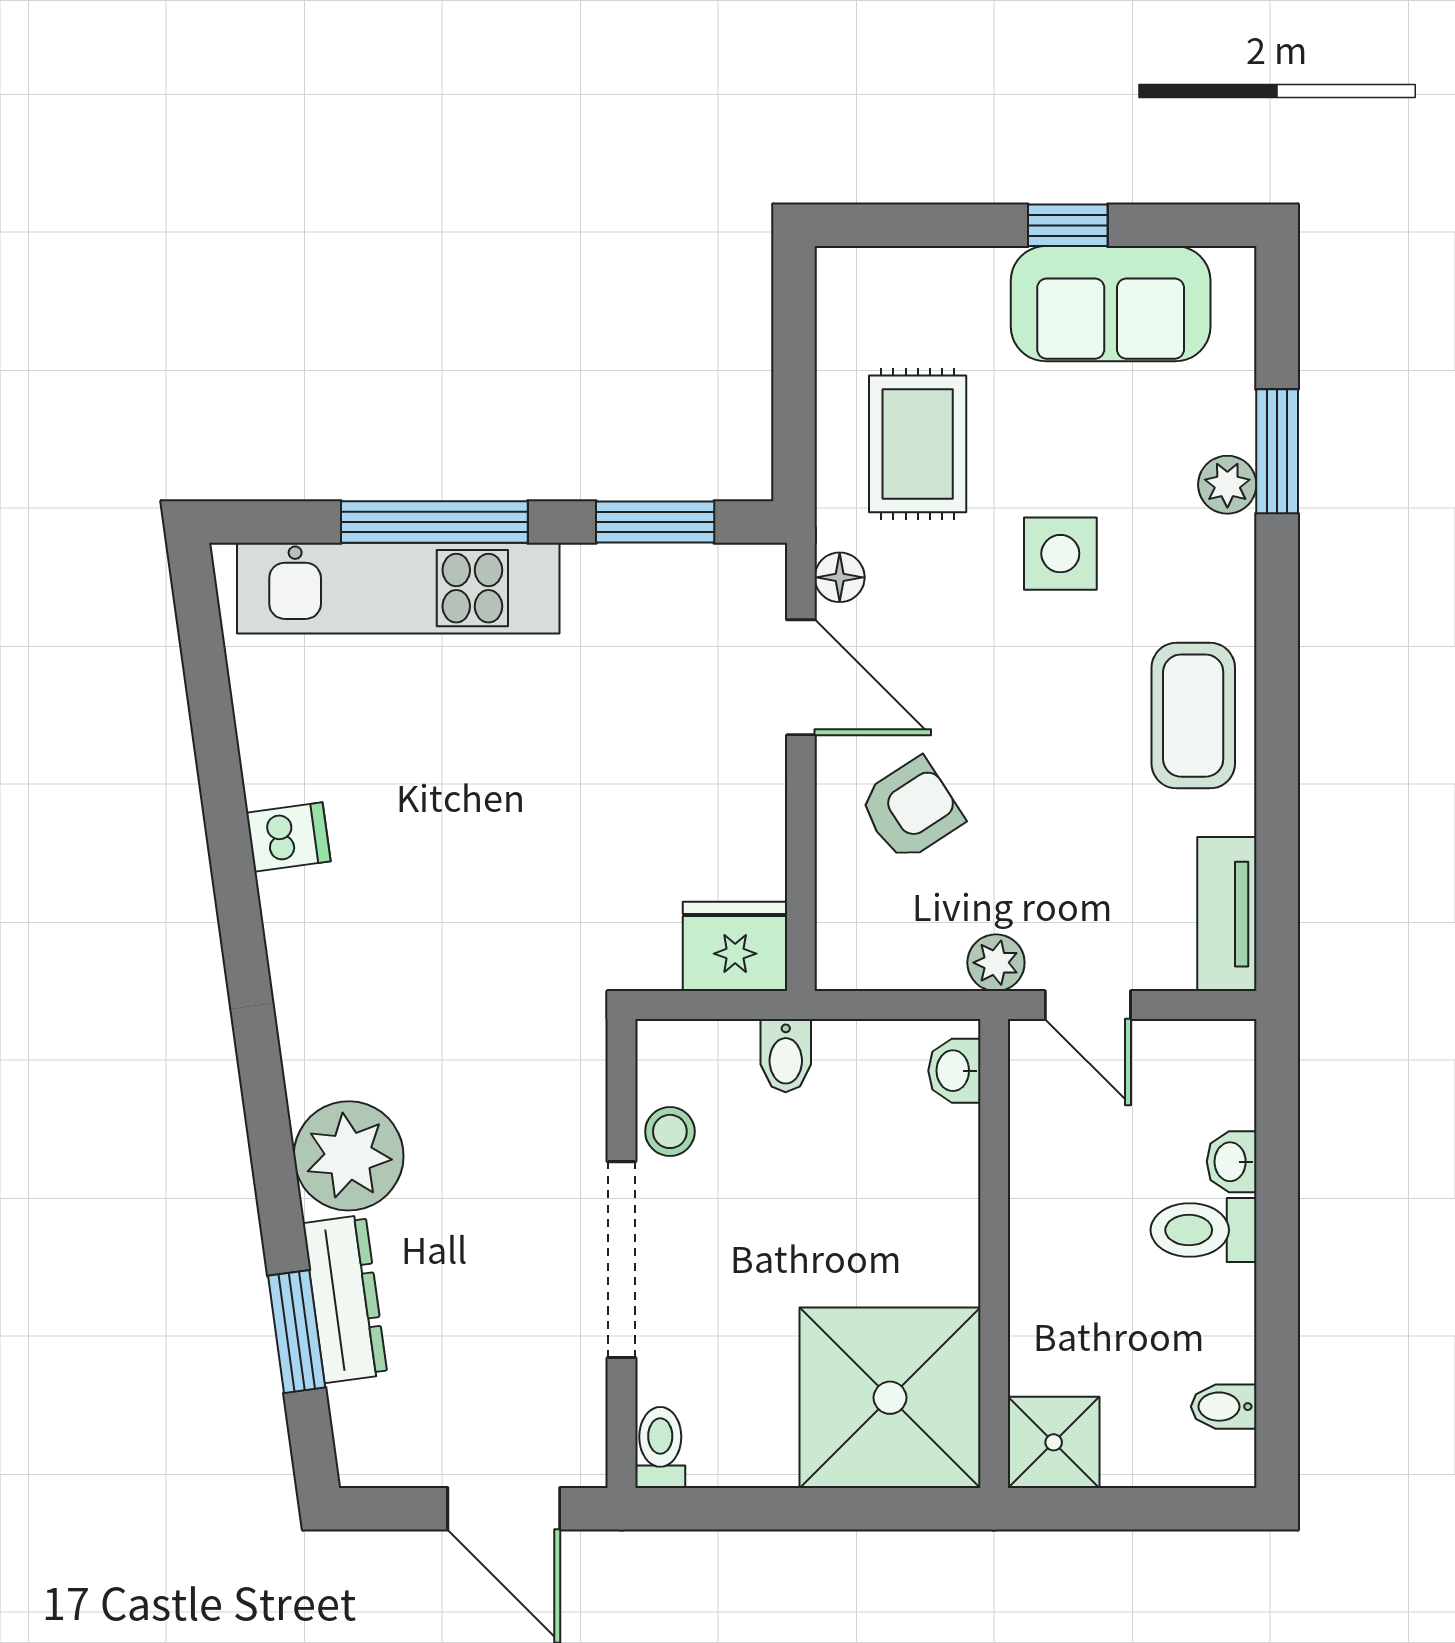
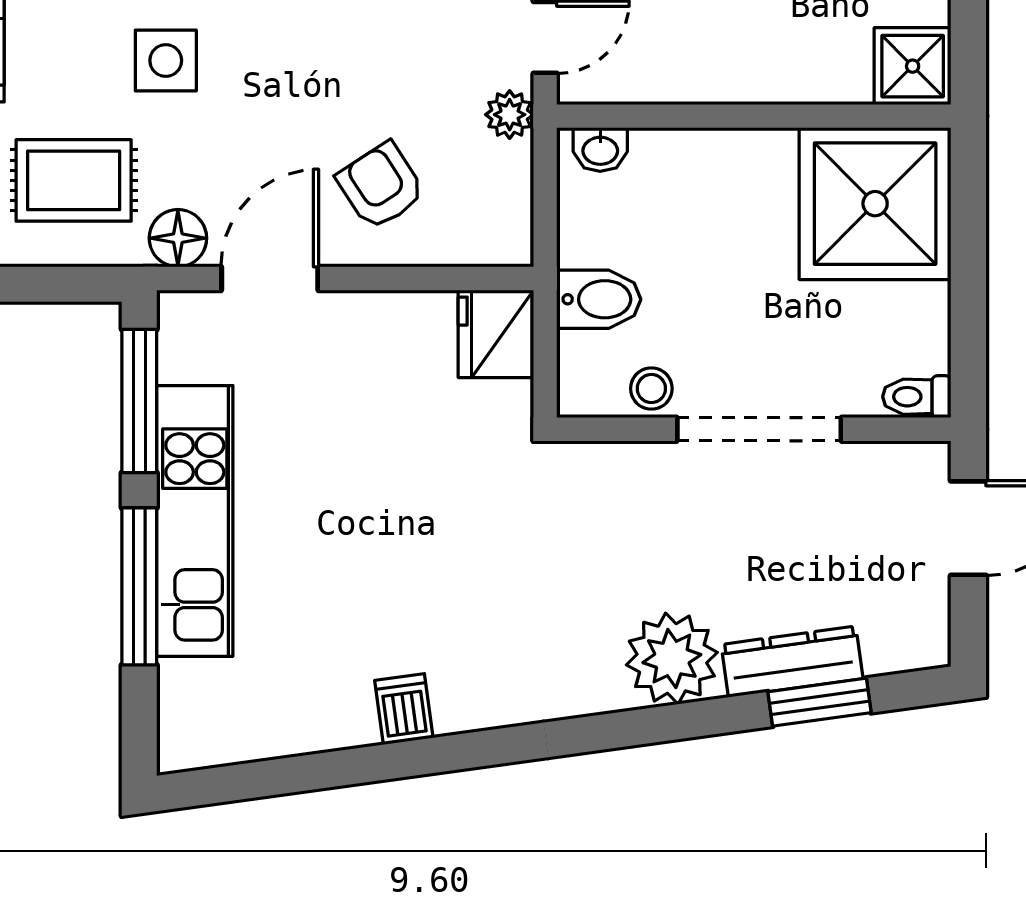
window: (655, 522) -> (139, 401), width x1.44
floor lamp: (840, 577) -> (178, 238), width x1.37, depth x1.37
kitchen unit: (398, 588) -> (195, 521), moved
bidet: (786, 1056) -> (599, 299), width x1.38, depth x1.36

